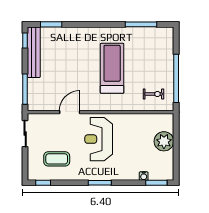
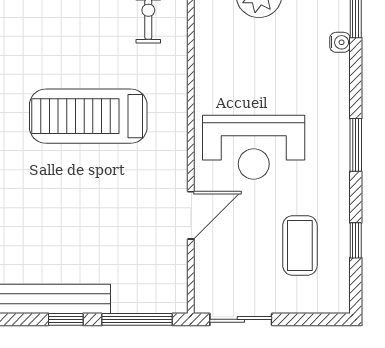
window: (25, 41) -> (66, 319), moved
door: (70, 112) -> (191, 215), swing flipped
window: (43, 183) -> (356, 240), moved

